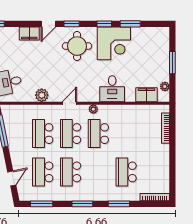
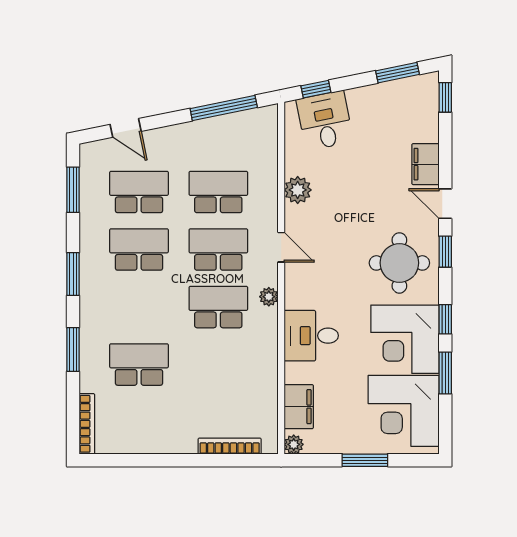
corner desk: (149, 44) -> (404, 411), added
plant: (165, 86) -> (294, 444), moved

